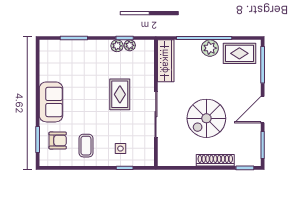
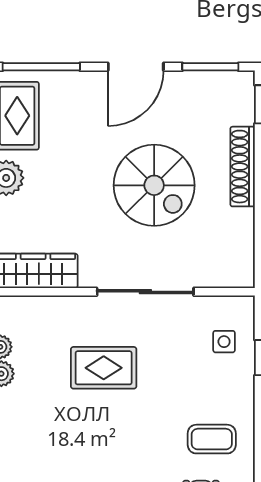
door: (263, 110) -> (136, 67), hinge flipped
side table: (120, 149) -> (224, 342), moved

